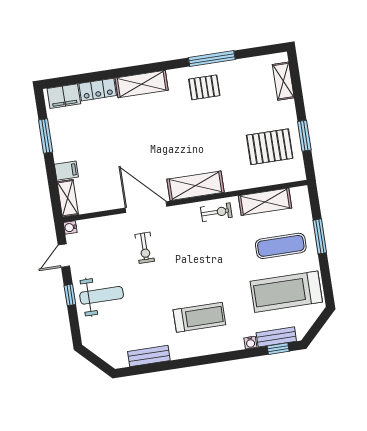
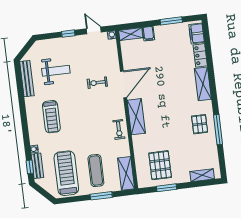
shelving: (265, 202) -> (126, 173), moved
weight bench: (102, 295) -> (56, 71), moved, turned -90
bench: (149, 356) -> (27, 79), width x1.36

